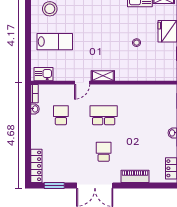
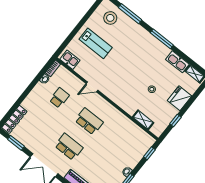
shelving: (103, 76) -> (143, 120), moved
school desk: (104, 152) -> (69, 147), width x1.85

